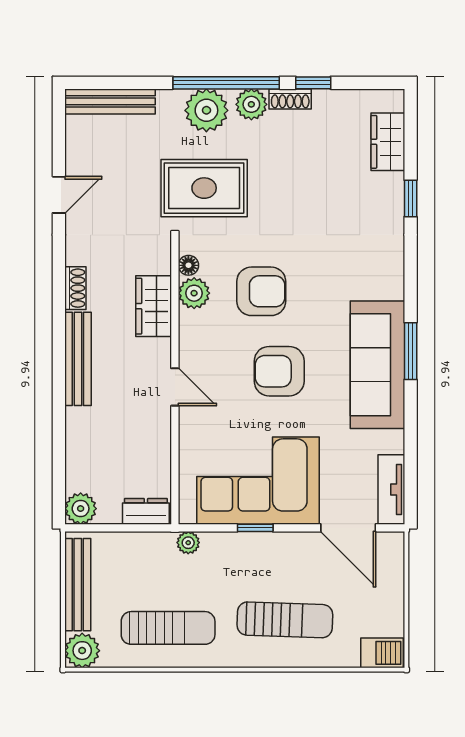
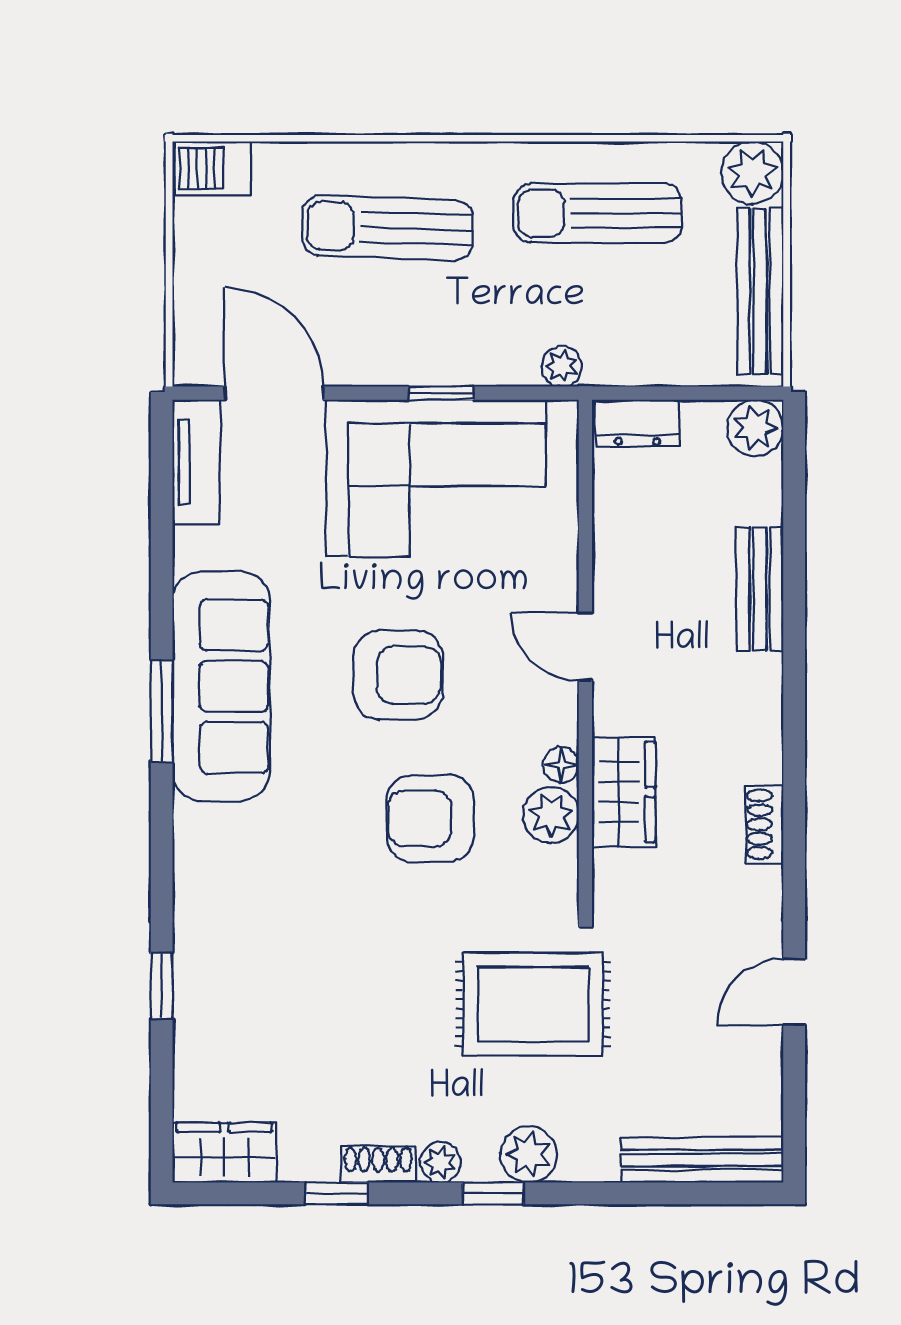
window: (226, 83) -> (493, 1193), width x0.32
plant: (251, 104) -> (440, 1162), width x0.73, depth x0.73
plant: (206, 110) -> (529, 1154), width x0.73, depth x0.73
wardrobe: (388, 142) -> (224, 1153), moved, turned -90
floor lamp: (188, 265) -> (561, 765), moved
bench: (78, 359) -> (760, 589), moved, width x0.73

